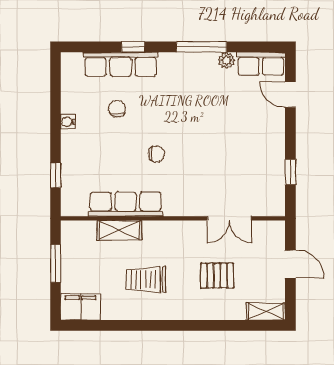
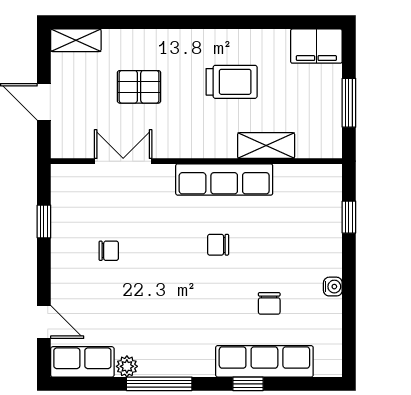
chair: (240, 149) -> (109, 251), added
row of seats: (126, 204) -> (224, 179), moved

